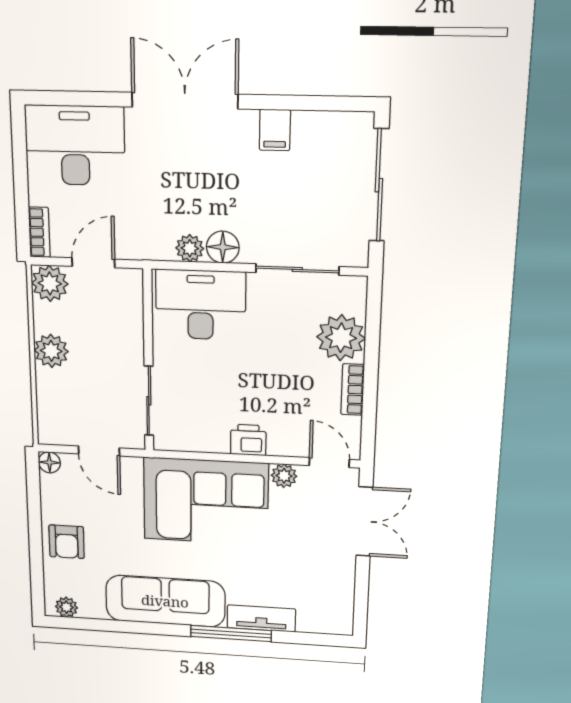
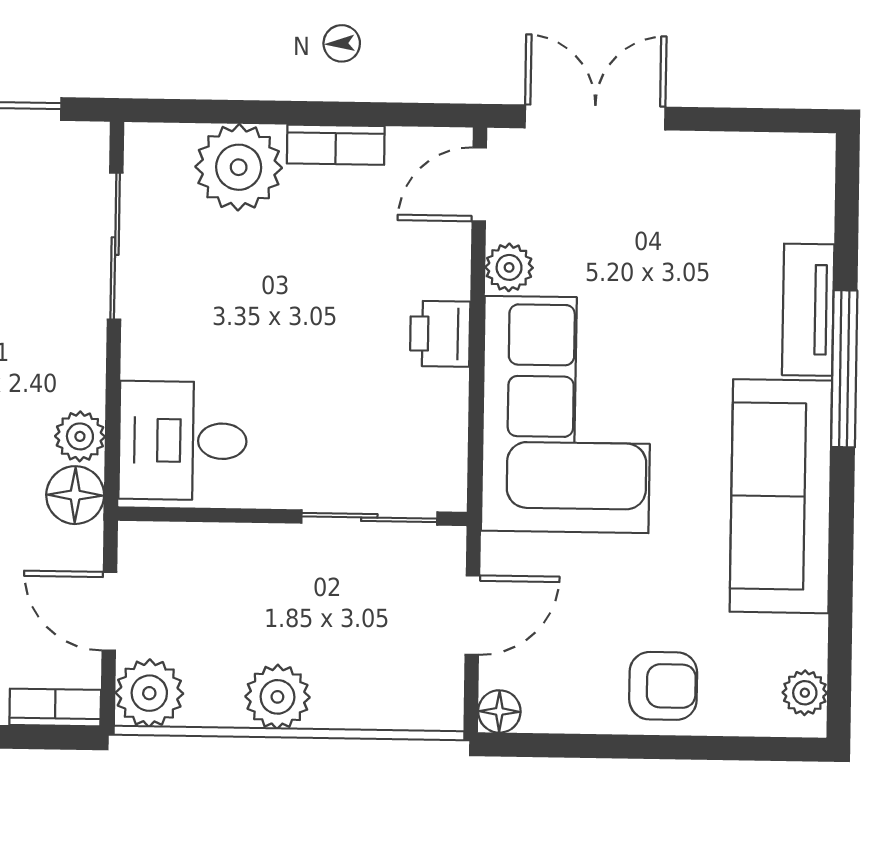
floor lamp: (223, 247) -> (75, 495), moved
desk: (201, 305) -> (183, 441), width x0.73

